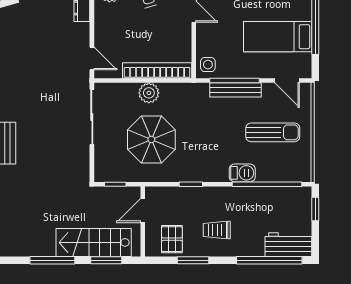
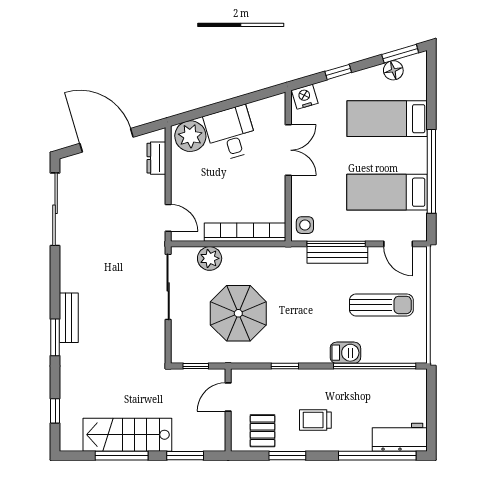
plant: (149, 93) -> (210, 258), moved
window: (315, 209) -> (431, 395), removed
stairs: (94, 242) -> (127, 435), moved

